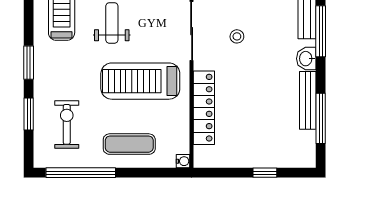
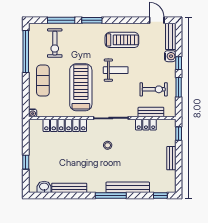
washbasin: (306, 59) -> (44, 187), moved
window: (29, 114) -> (61, 20), width x1.44
window: (321, 118) -> (58, 196), removed
exercise bike: (67, 124) -> (55, 43), turned 90

